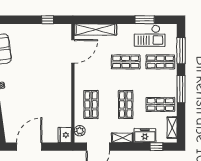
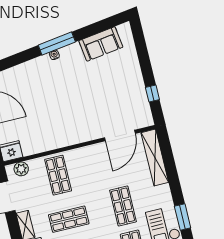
door: (73, 51) -> (120, 136), hinge flipped
shop shelf: (91, 105) -> (58, 175), turned 90

